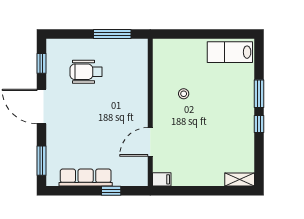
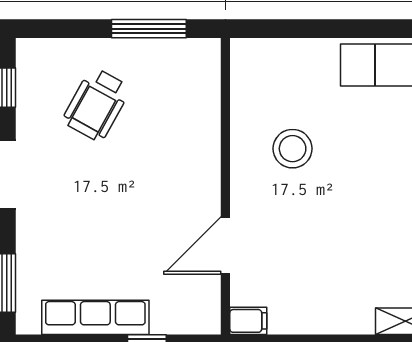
wheelchair: (86, 72) -> (96, 105), turned -61
stool: (184, 94) -> (293, 149), width x1.89, depth x1.89

